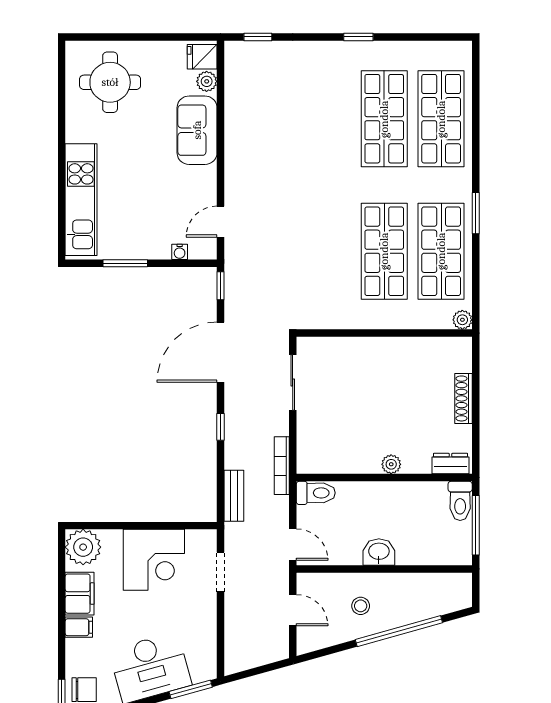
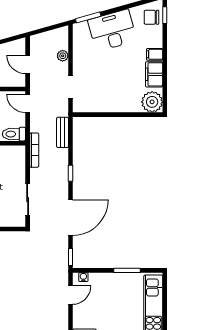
water cooler: (180, 252) -> (83, 277), moved
corner desk: (154, 560) -> (110, 94), removed
plant: (234, 625) -> (63, 56), added

